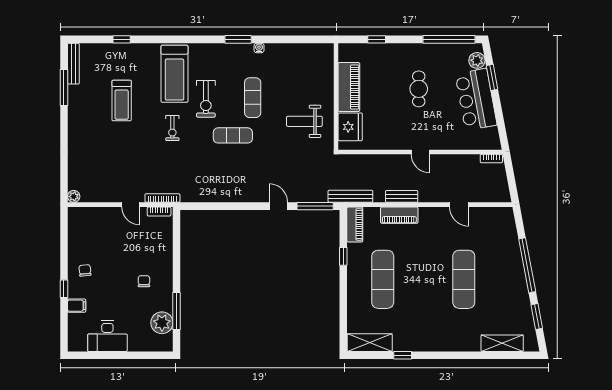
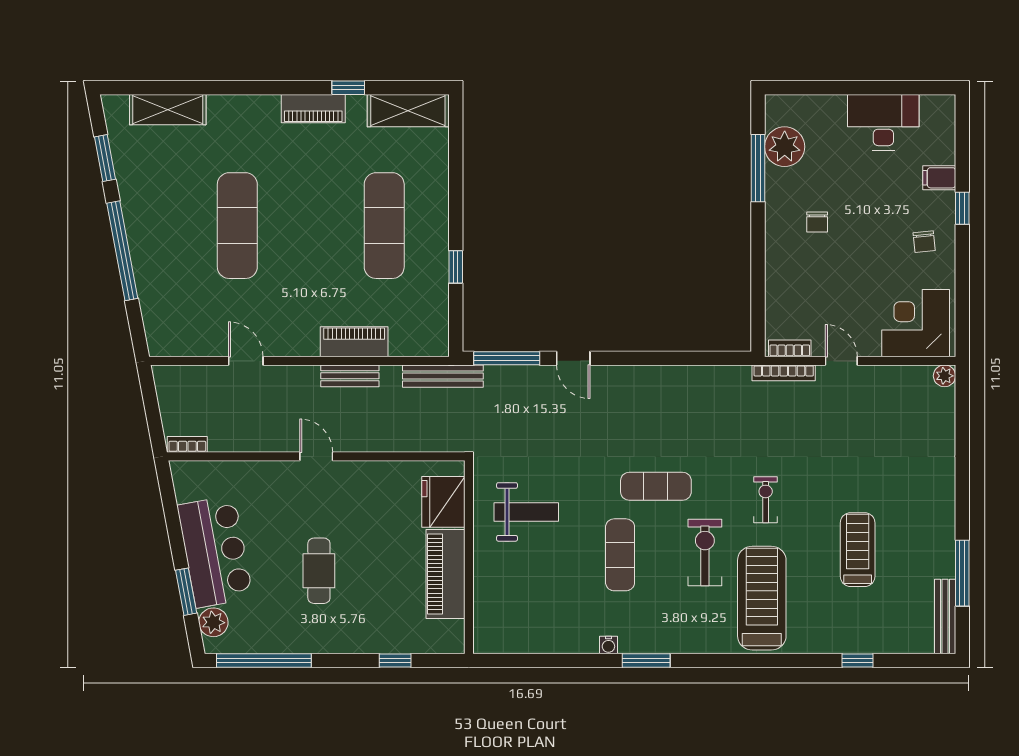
piano: (355, 224) -> (313, 109), moved, turned -90
corner desk: (90, 225) -> (916, 323), added

